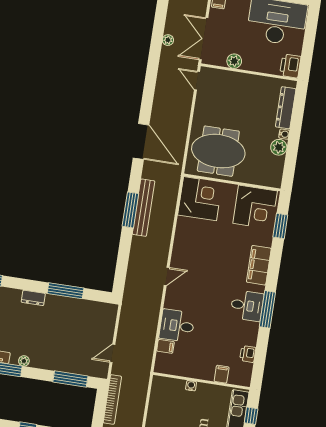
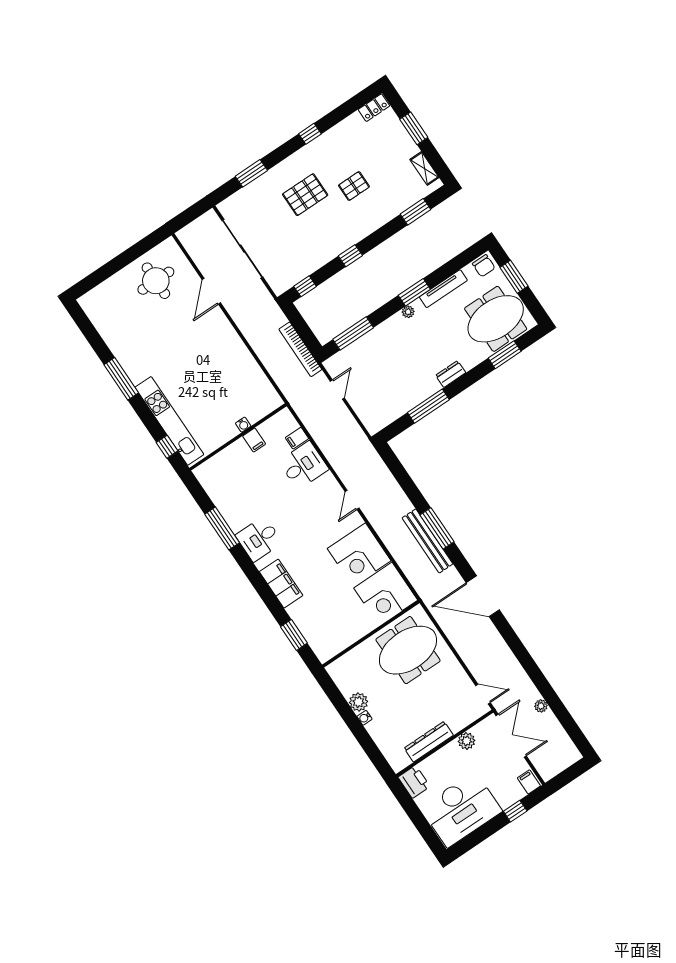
dresser: (286, 108) -> (429, 742), moved, turned -90
corner desk: (255, 207) -> (359, 555), moved, turned -90
window: (267, 309) -> (222, 528), moved
printer: (248, 354) -> (219, 498), removed
filing cabinet: (222, 374) -> (254, 440), moved

